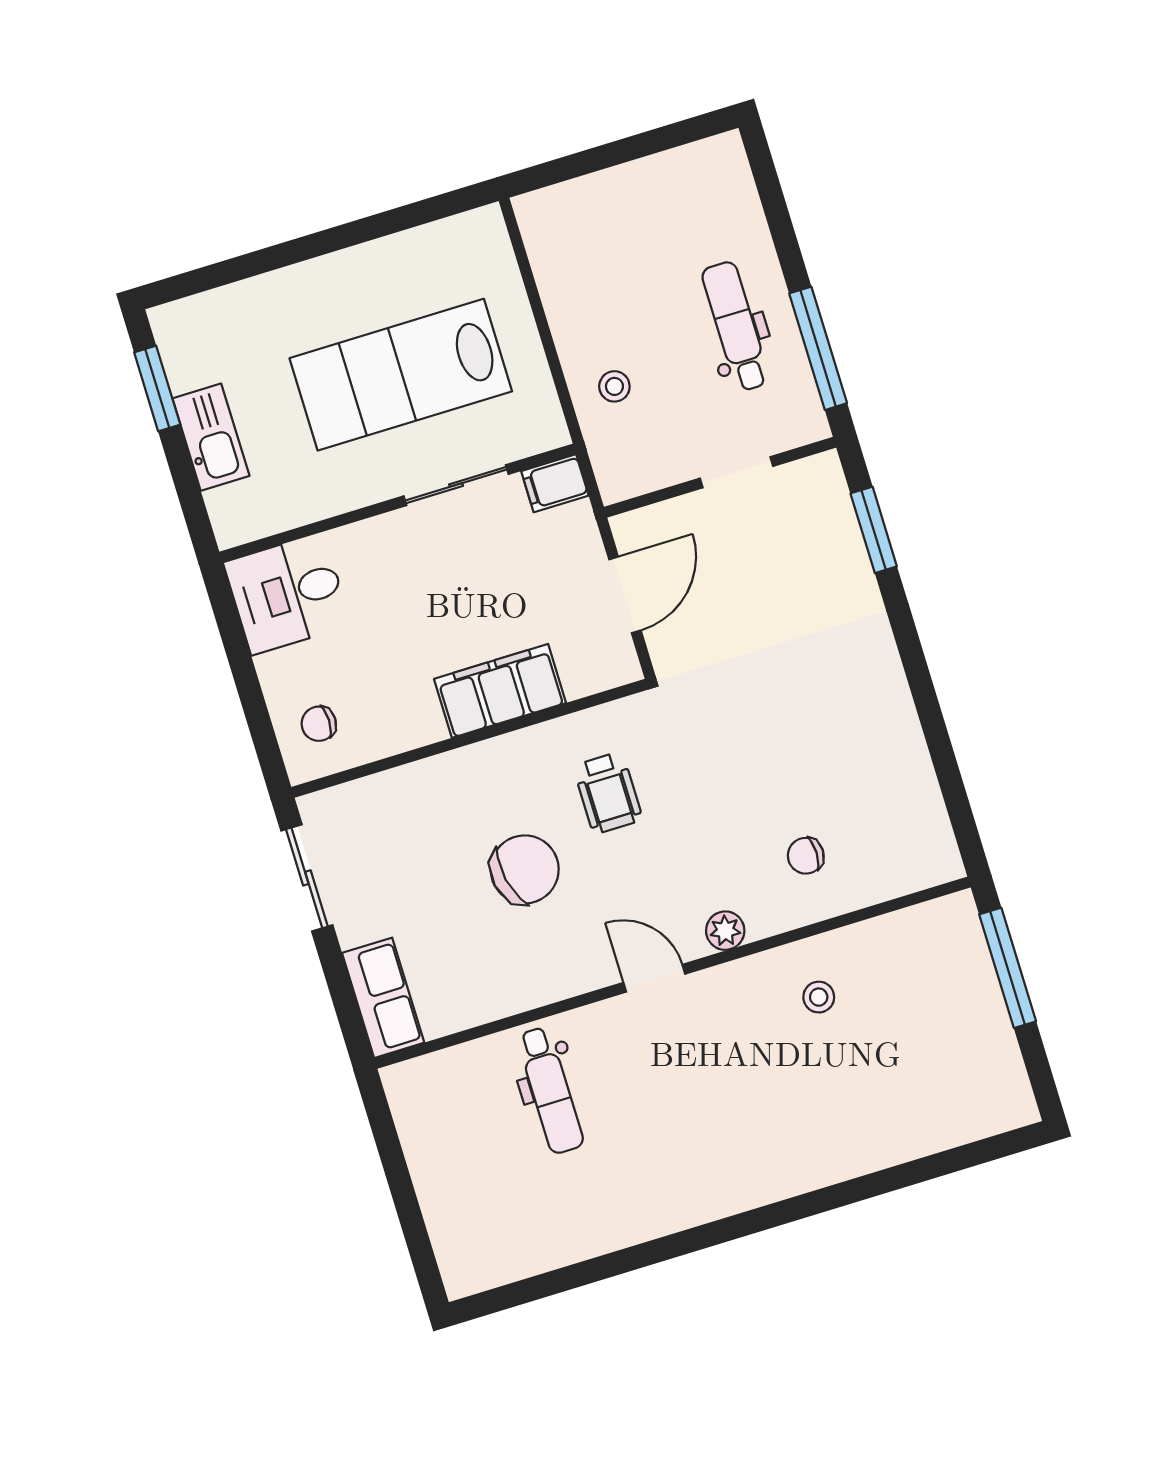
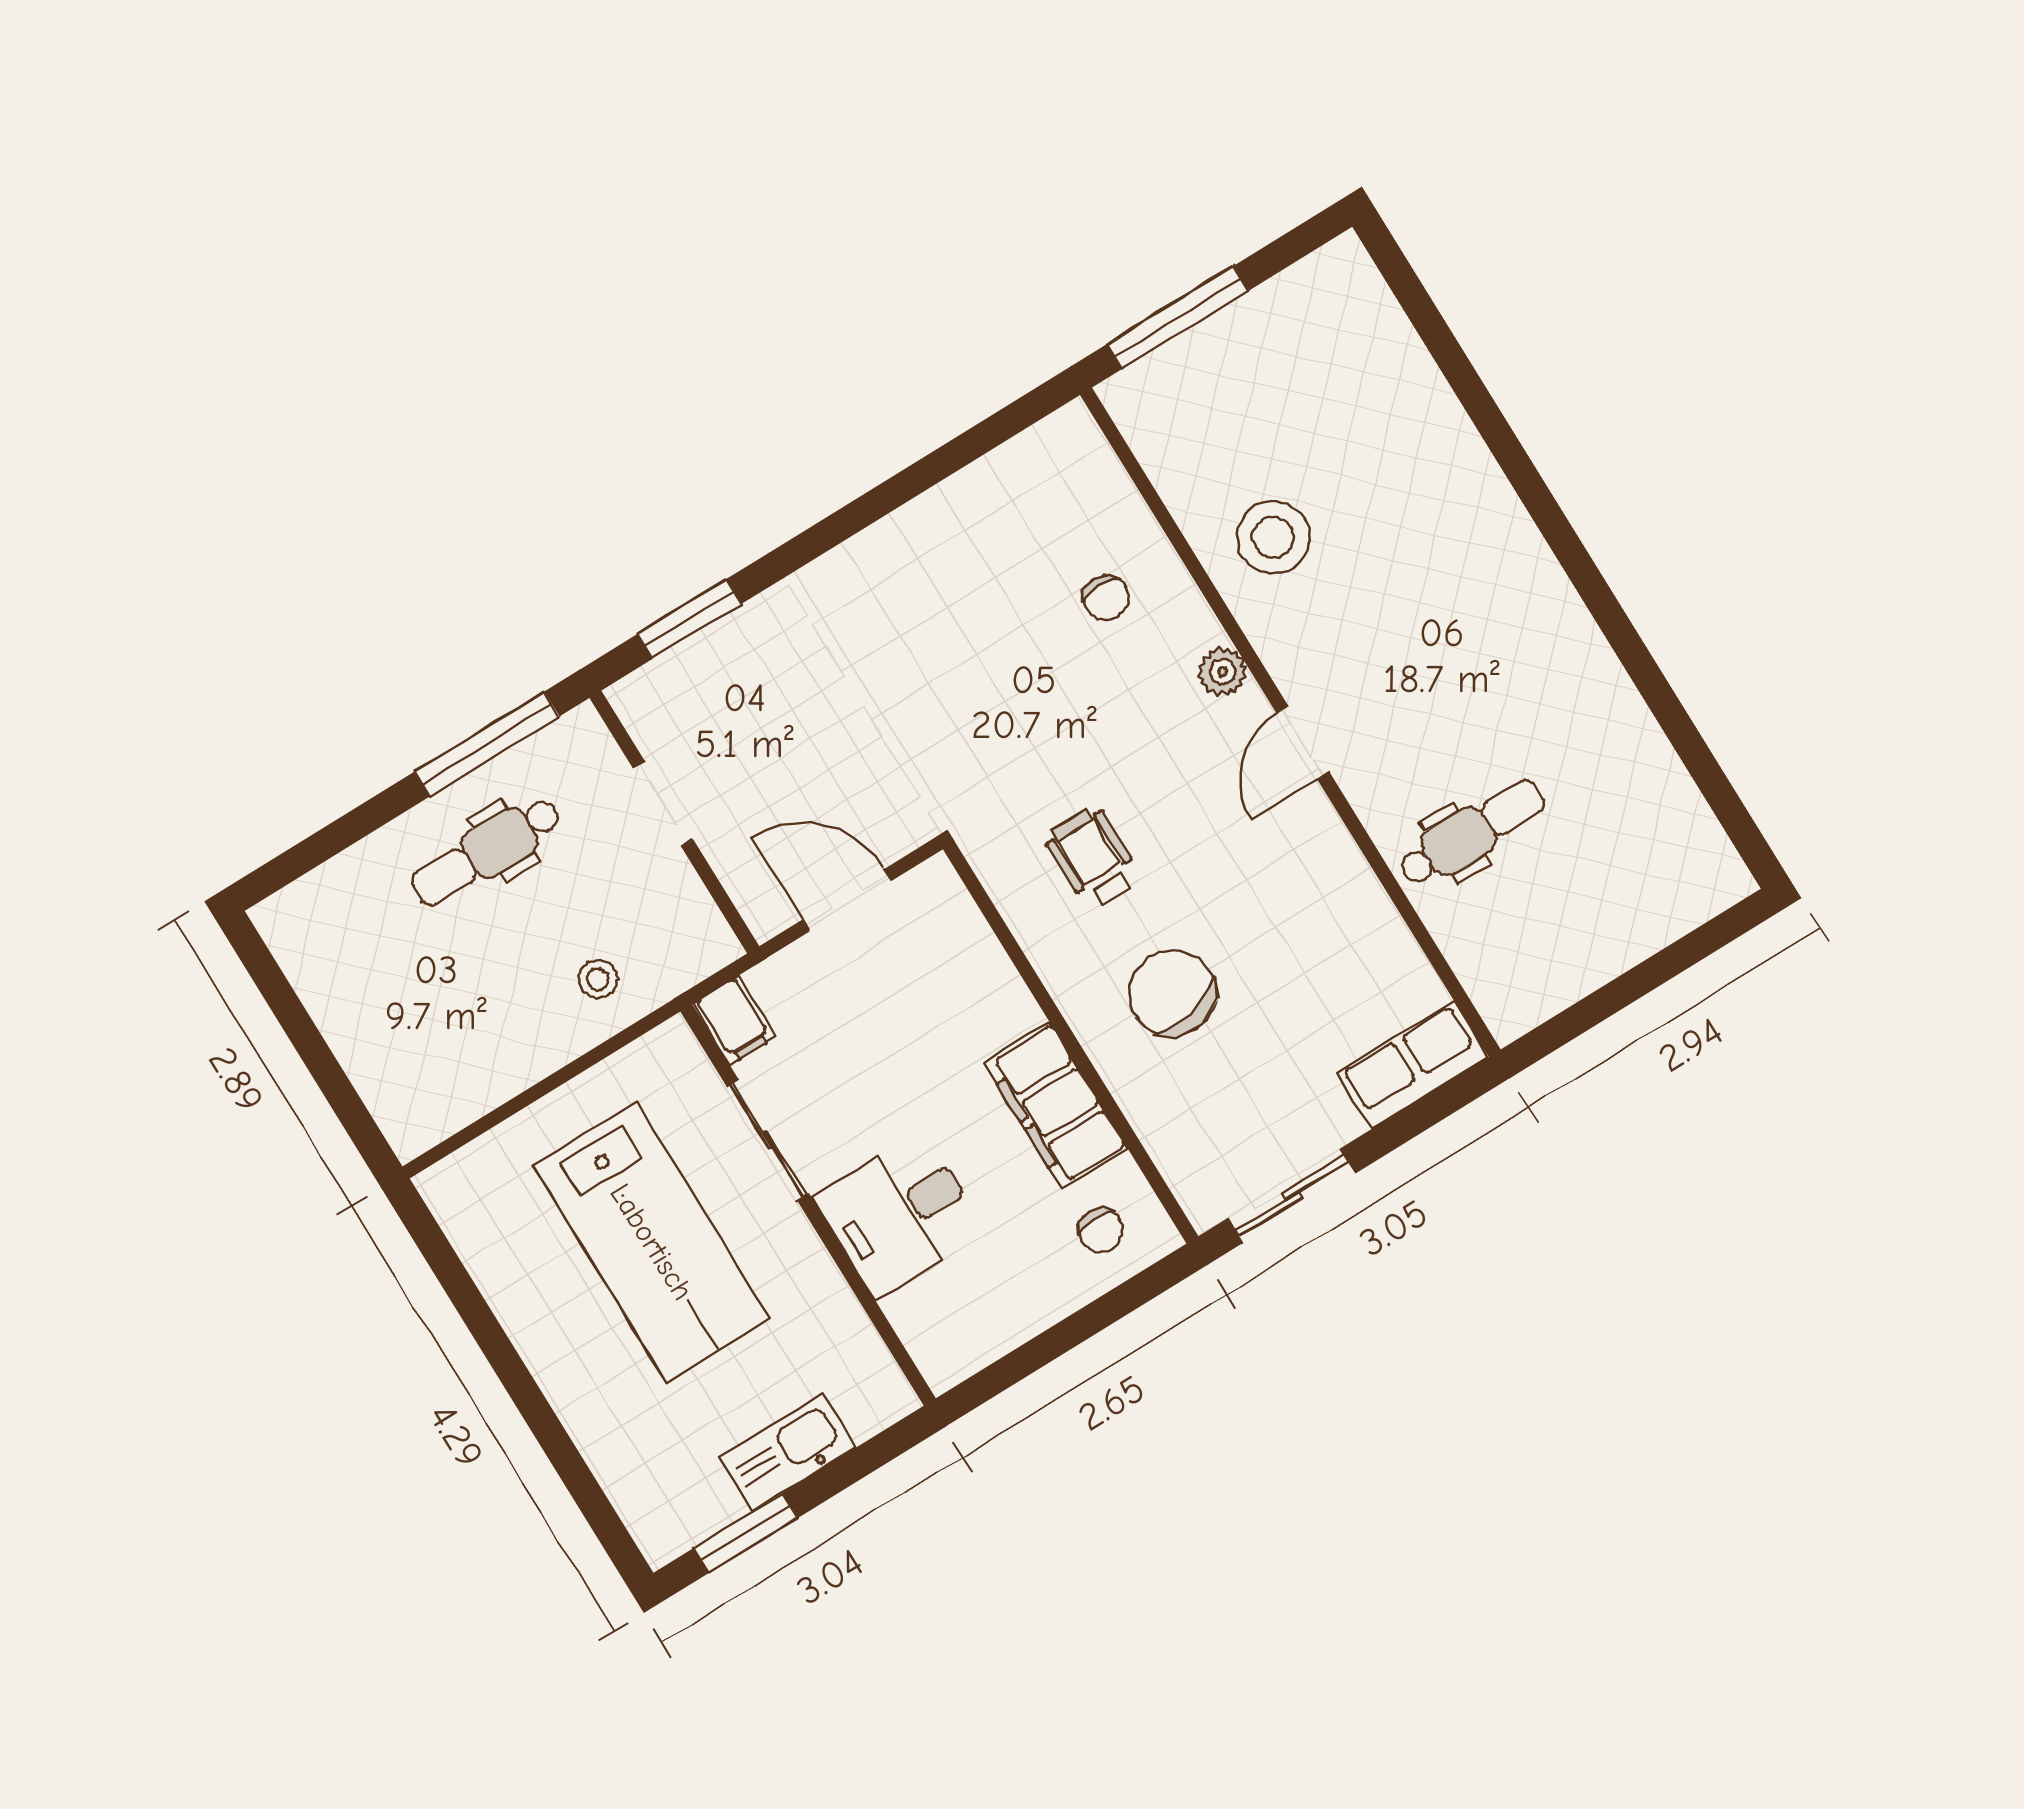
desk: (287, 594) -> (900, 1215), moved, turned 90
filing cabinet: (500, 691) -> (1056, 1105), moved
wheelchair: (608, 793) -> (1093, 858), turned -90
chair: (525, 869) -> (1172, 993), moved
stool: (819, 997) -> (1273, 537), width x1.89, depth x1.89

